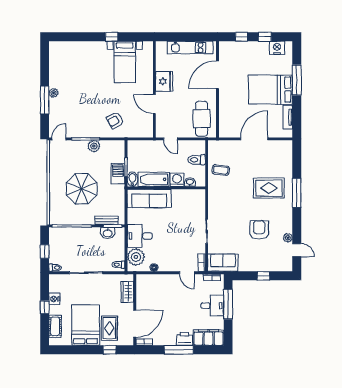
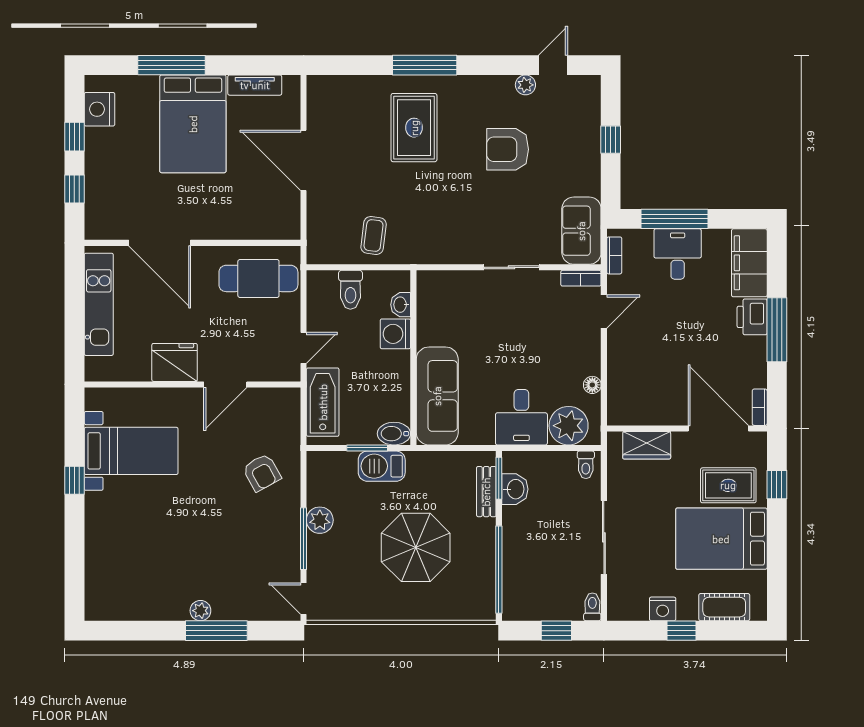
bathtub: (154, 179) -> (323, 402), moved, turned 180

